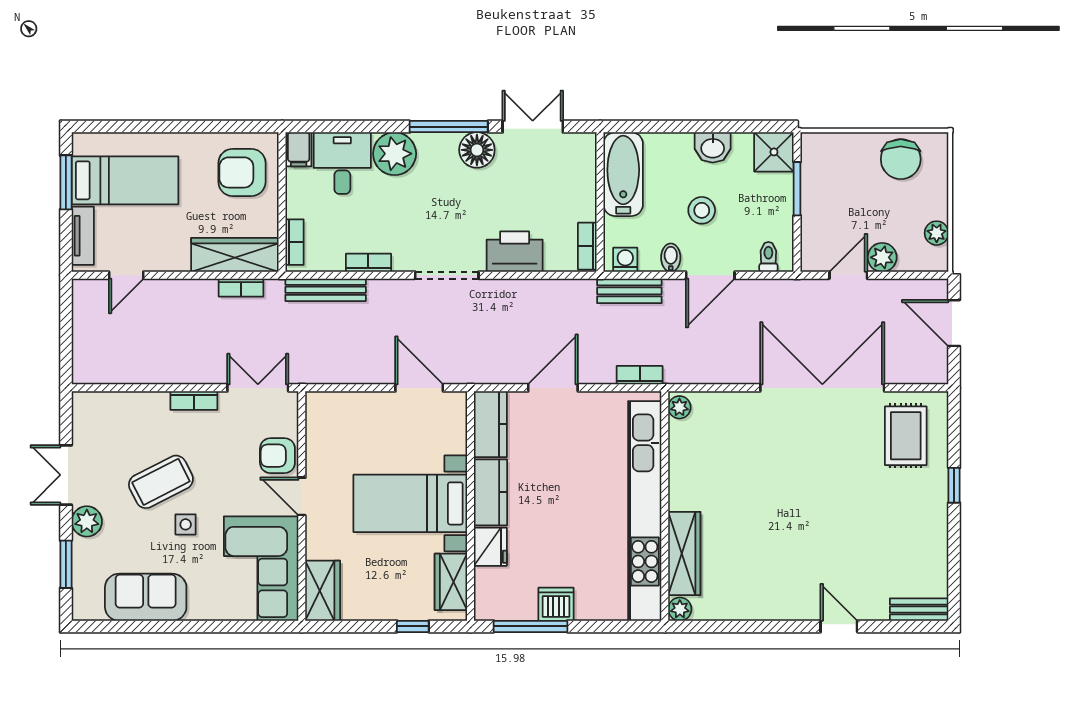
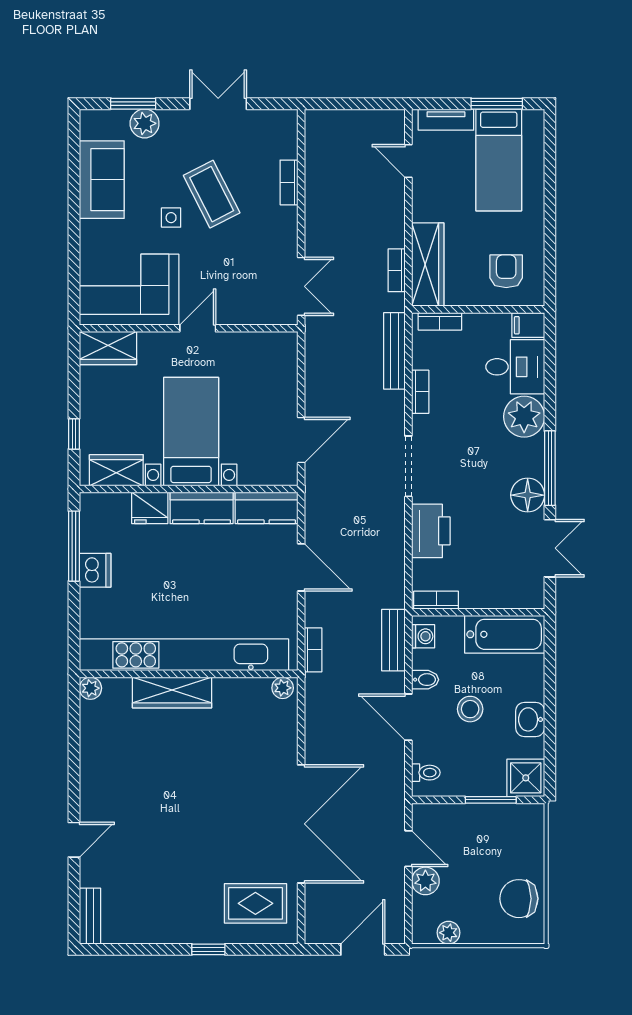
armchair: (242, 172) -> (506, 271), width x0.72, depth x0.72
bookcase: (194, 401) -> (289, 182), moved
armchair: (277, 456) -> (237, 305), removed
plant: (87, 521) -> (145, 123), moved
wardrobe: (684, 553) -> (172, 692), moved

